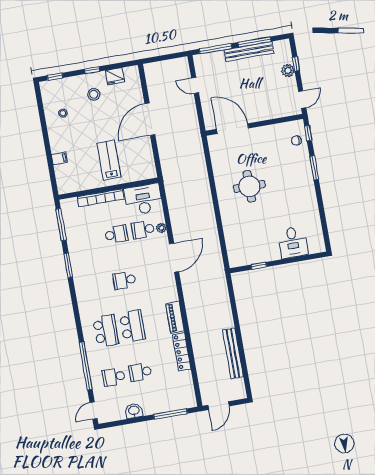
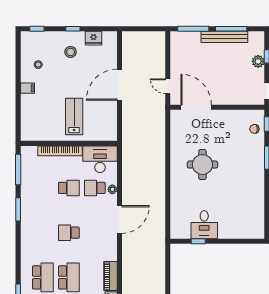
door: (195, 85) -> (168, 86), moved
filing cabinet: (59, 158) -> (27, 88), moved
desk: (293, 242) -> (204, 225), moved

